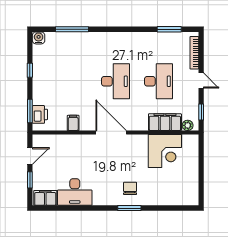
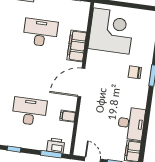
desk: (116, 81) -> (29, 111), moved
filing cabinet: (165, 122) -> (77, 46), moved
plant: (188, 125) -> (84, 12), removed
corner desk: (165, 151) -> (111, 31), width x1.36, depth x1.36

